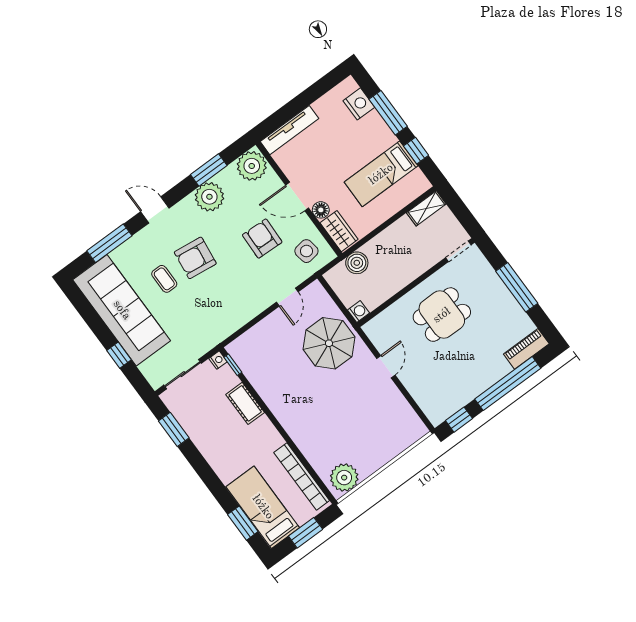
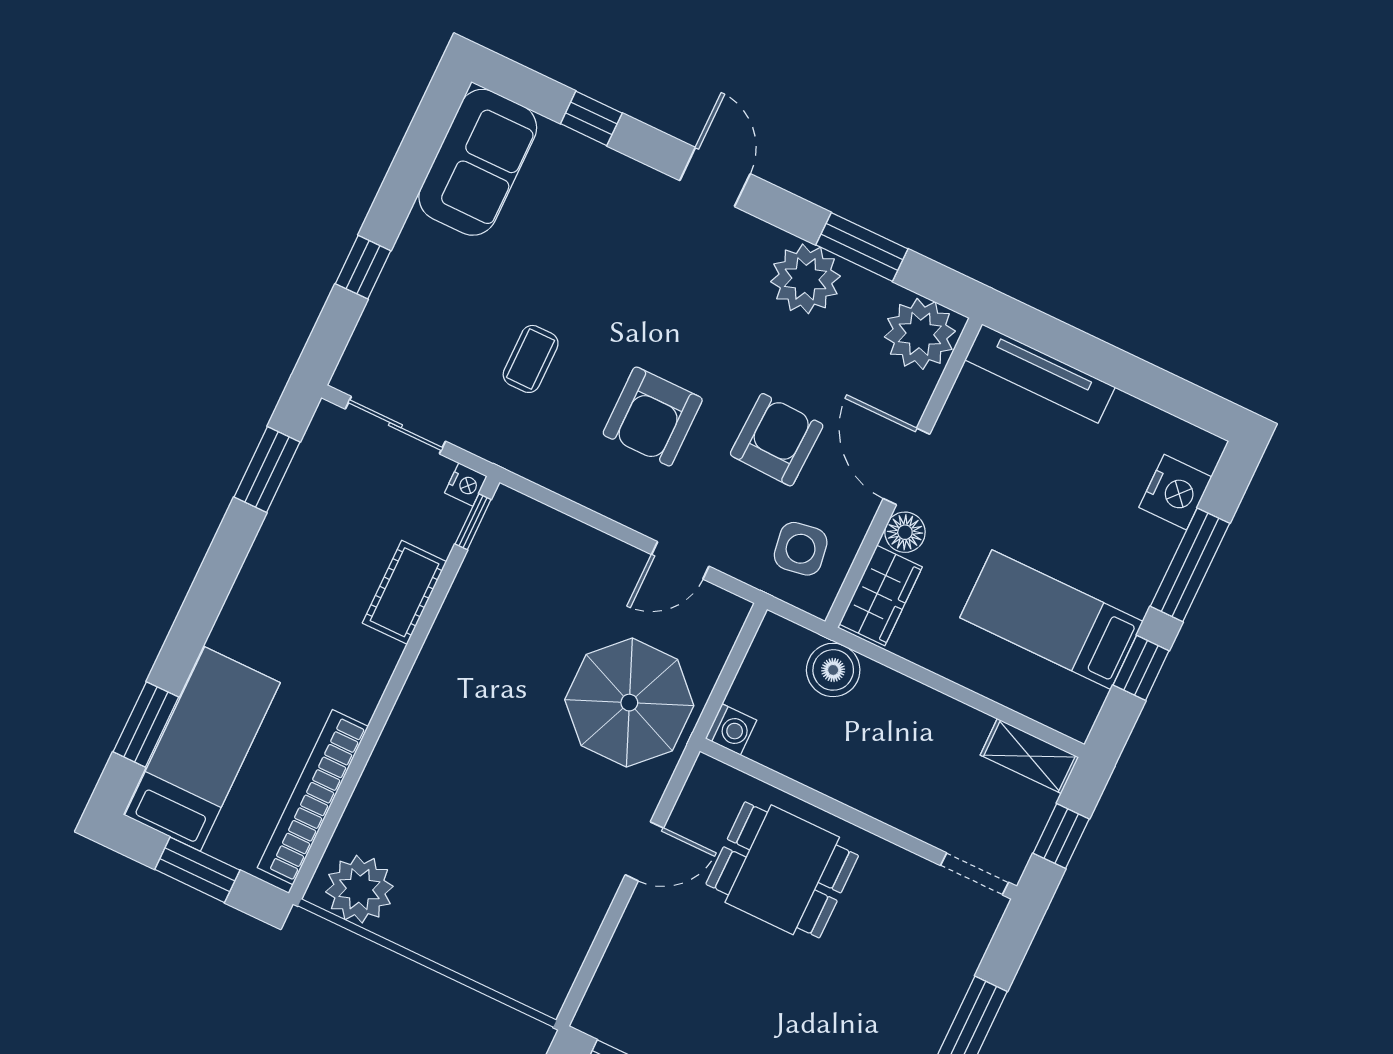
window: (462, 212) -> (1061, 836), added
window: (109, 243) -> (591, 118), width x0.46
armchair: (195, 258) -> (653, 416), moved, turned -97
coffee table: (164, 279) -> (531, 359), moved
sofa: (122, 310) -> (478, 162), width x0.54, depth x0.79
dining table: (442, 315) -> (782, 870), moved

